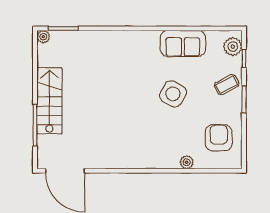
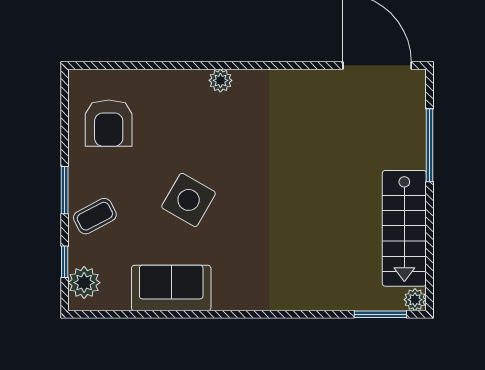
stairs: (49, 101) -> (404, 228), moved
plant: (187, 162) -> (220, 80), moved

